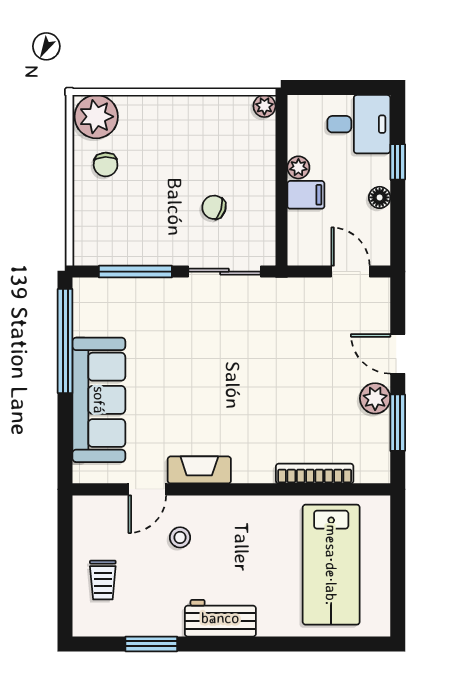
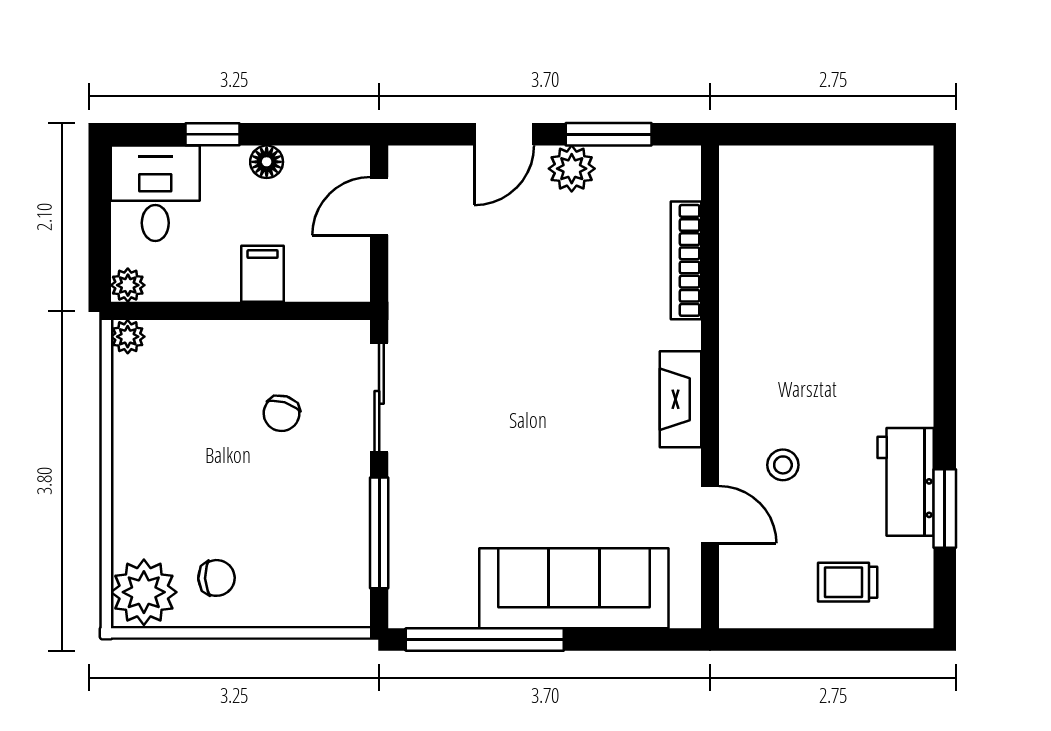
plant: (298, 167) -> (128, 285), moved
fireplace: (199, 470) -> (681, 399), moved
lab bench: (331, 565) -> (824, 235), removed
trolley: (103, 580) -> (848, 582), turned 180
workbench: (220, 618) -> (906, 482), moved

